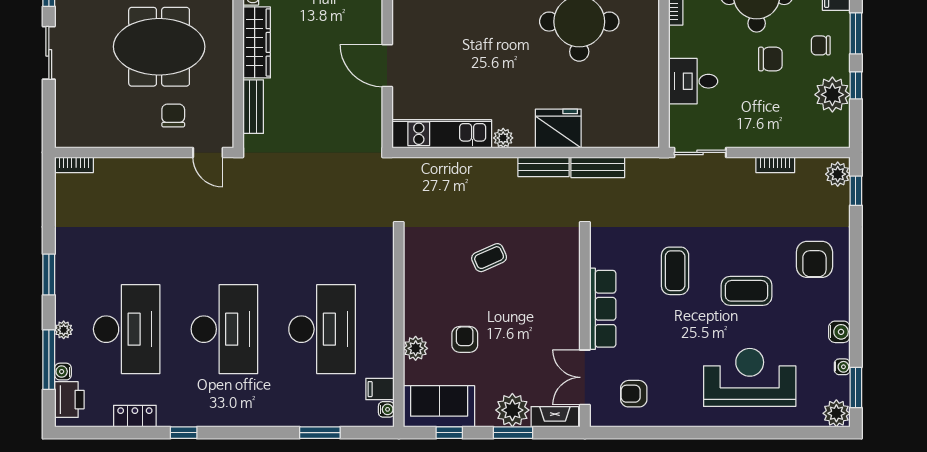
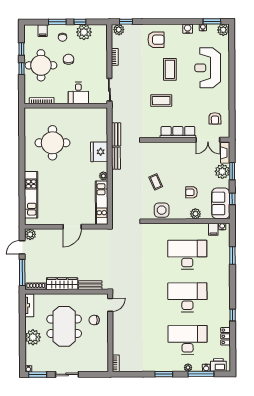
side table: (424, 271) -> (162, 210), added

